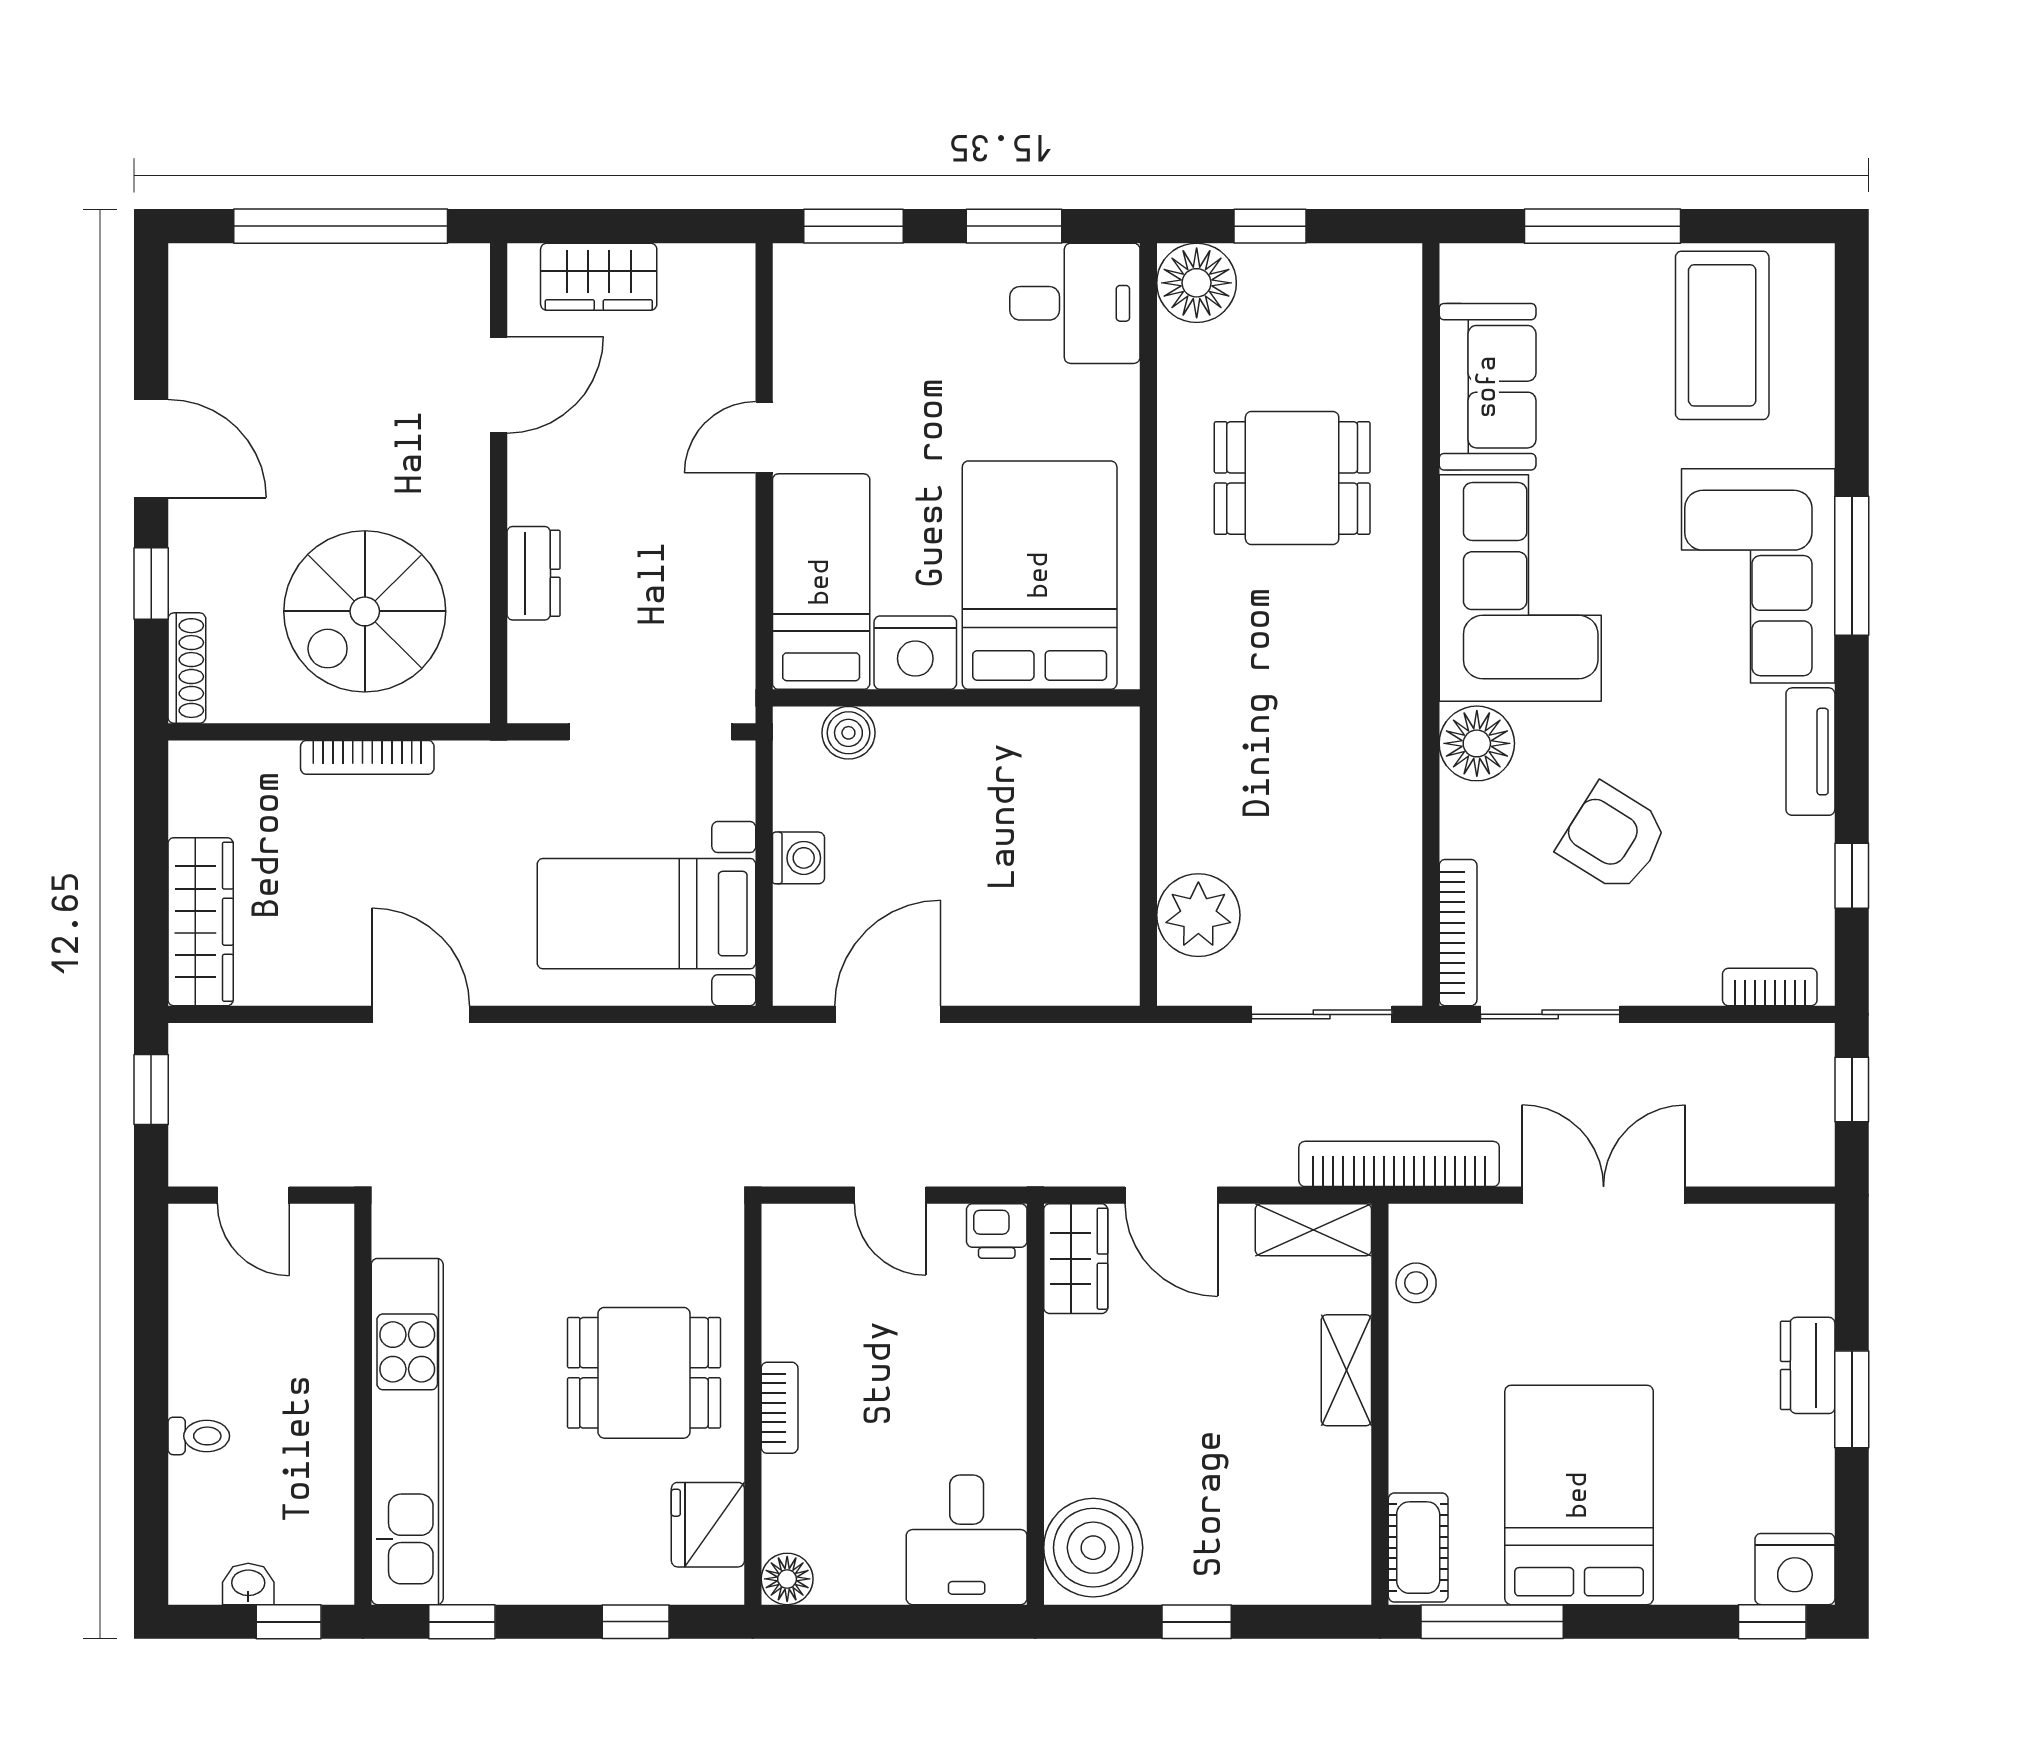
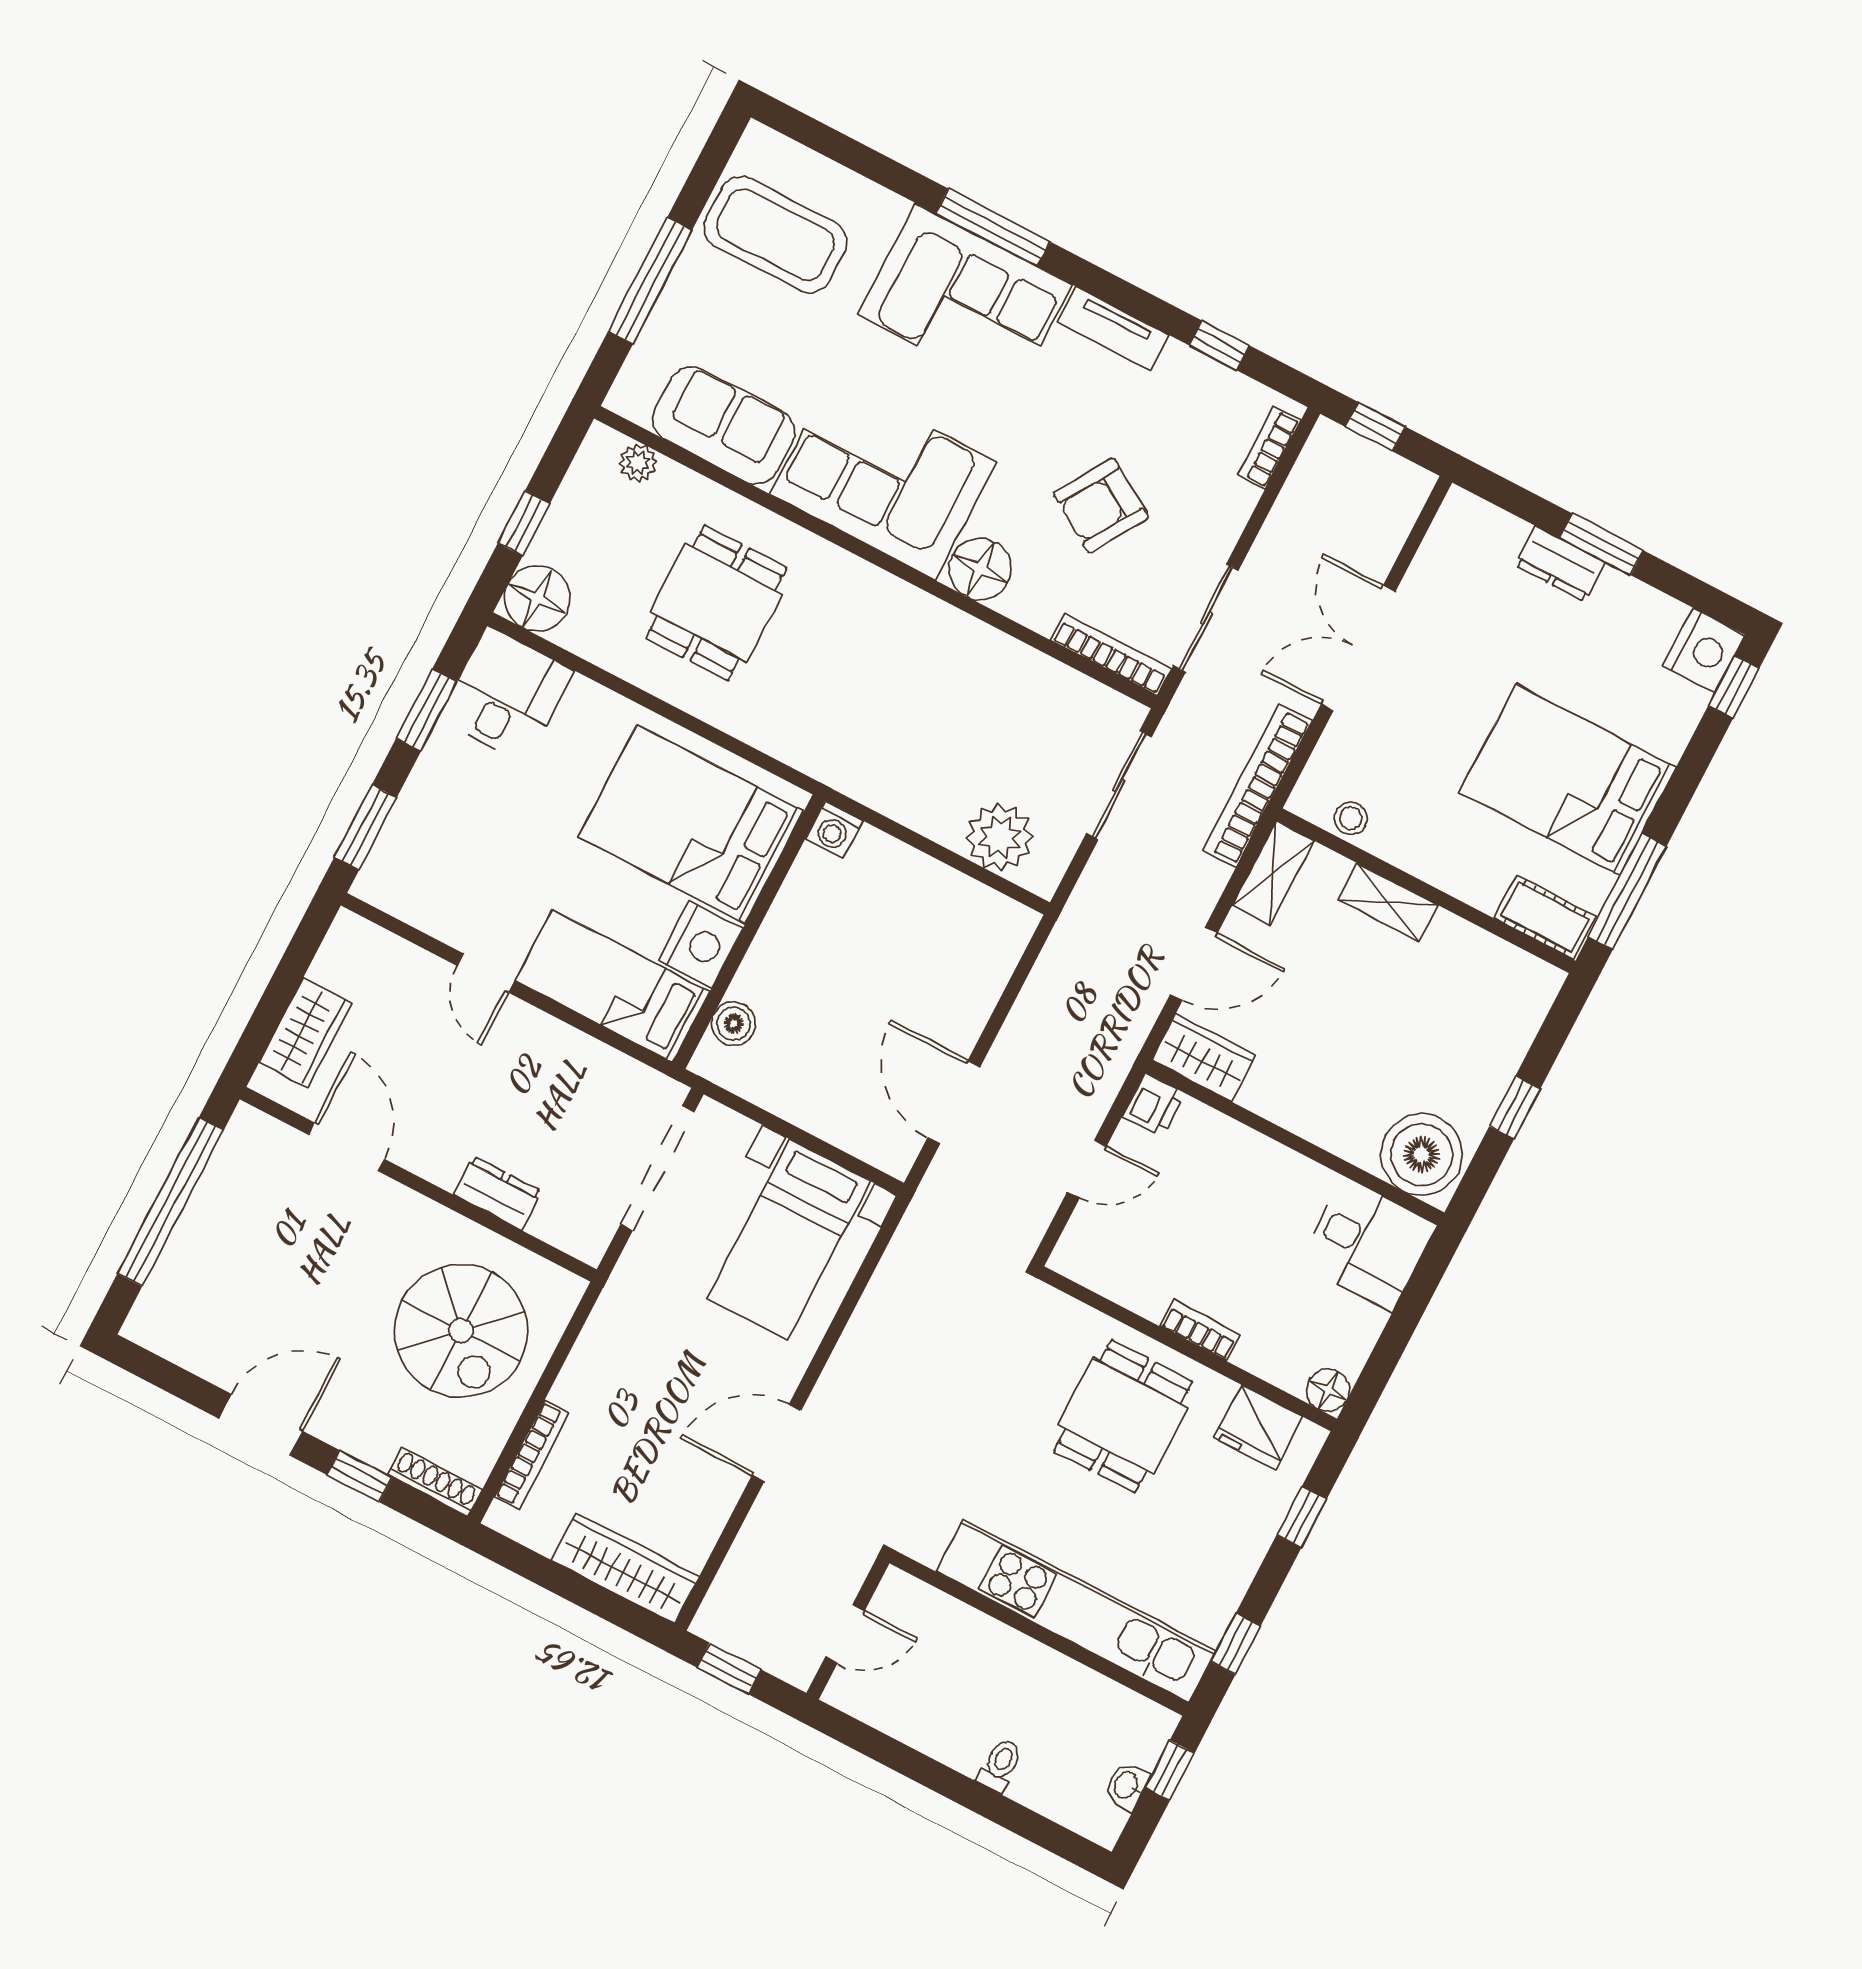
plant: (1399, 315) -> (638, 463), added
bookcase: (367, 757) -> (532, 1455), moved
washing machine: (799, 858) -> (834, 830), moved, turned 180

